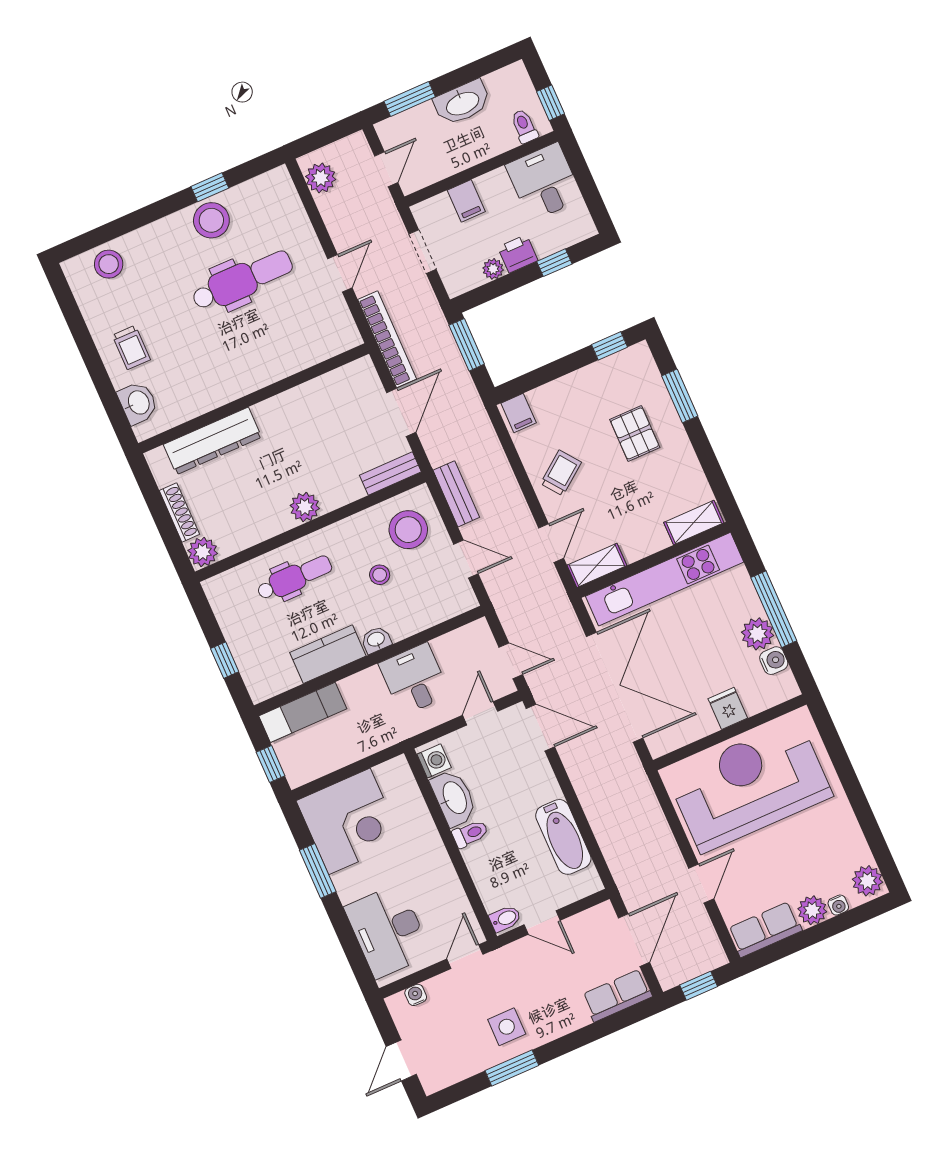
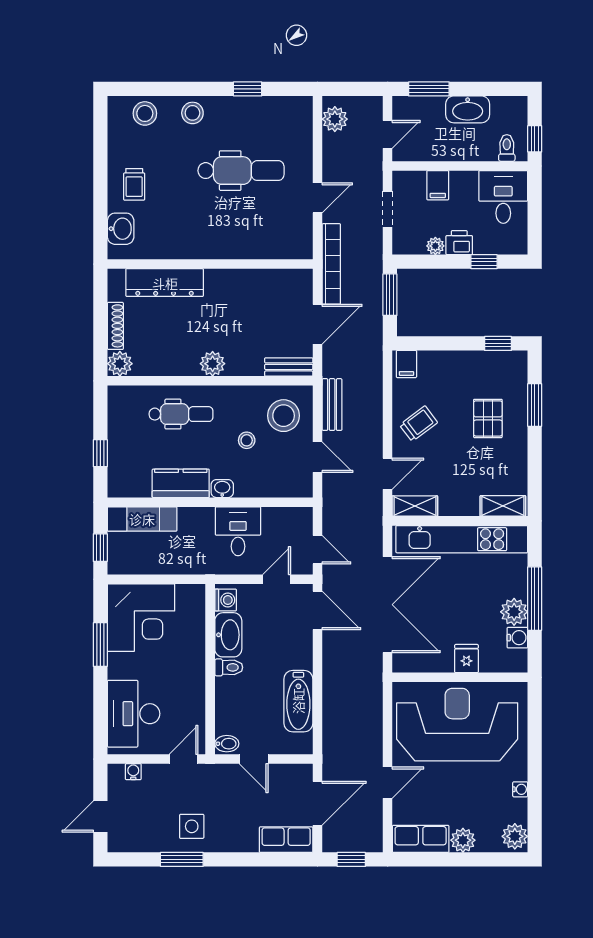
stool: (211, 220) -> (192, 113), moved, width x0.73, depth x0.73
water cooler: (838, 905) -> (520, 789), moved, turned -90

